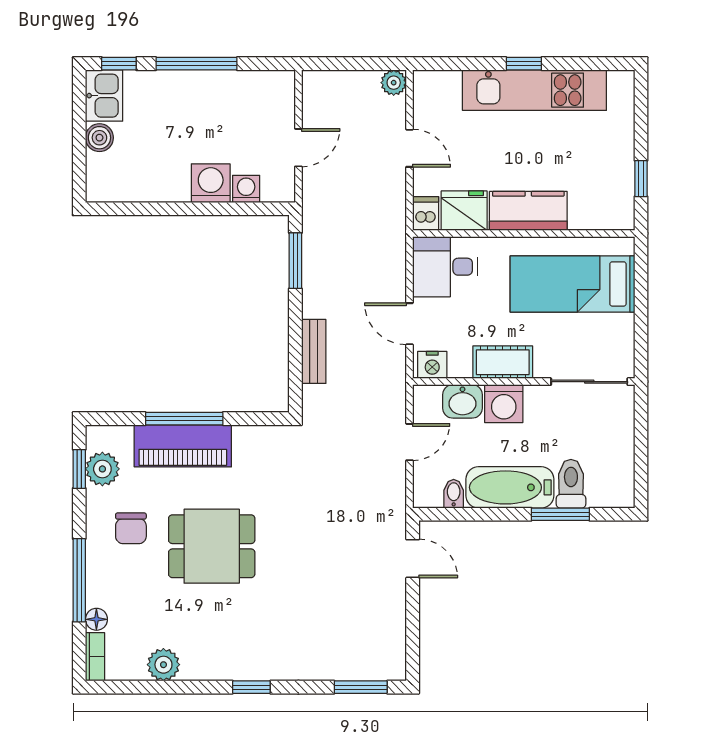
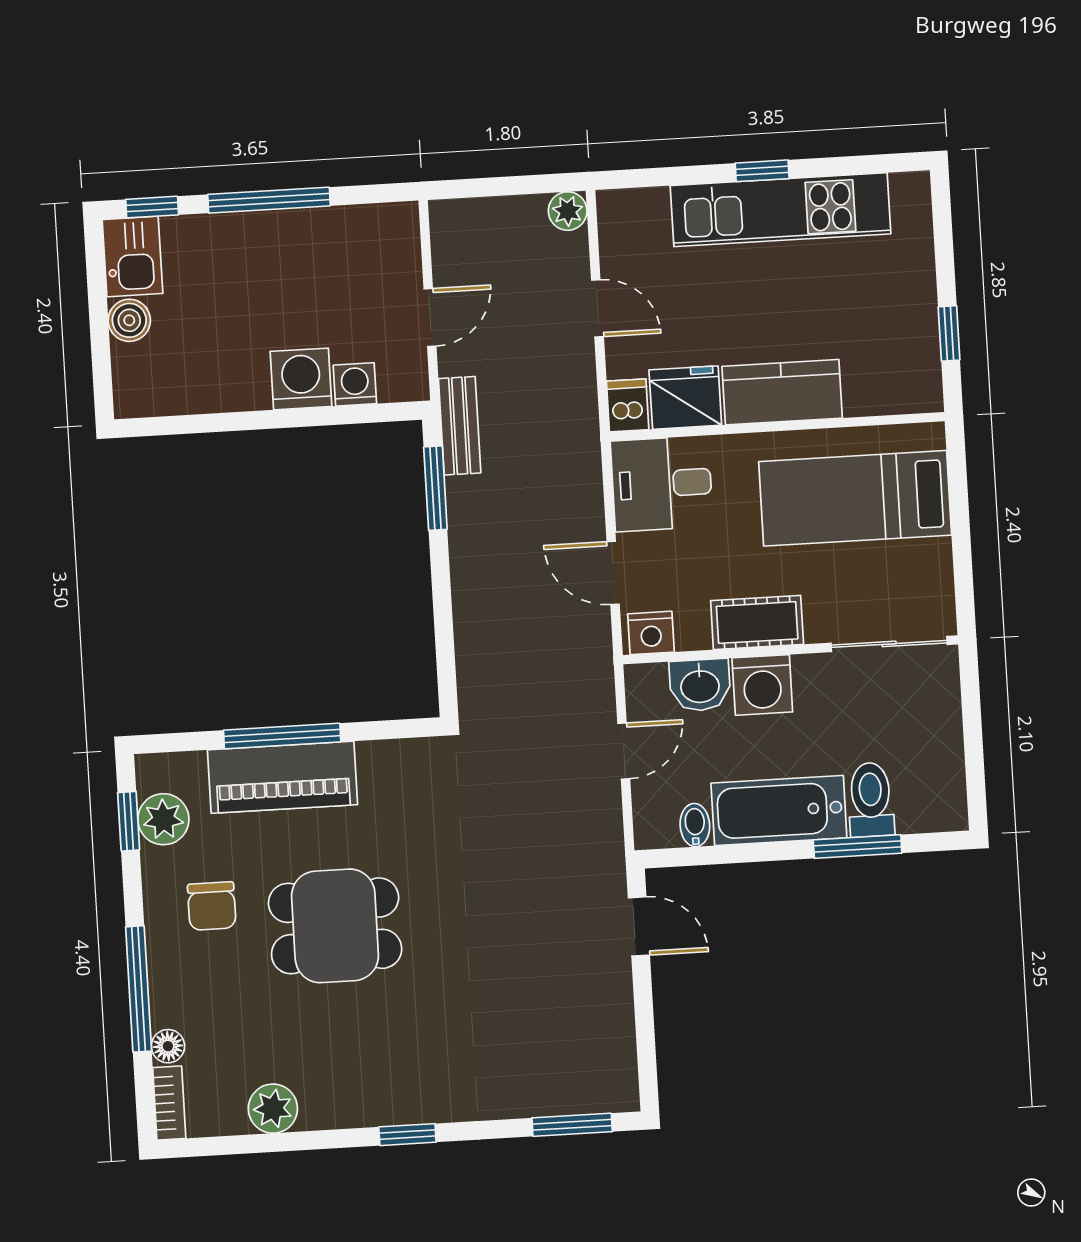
bench: (314, 351) -> (460, 426), moved

